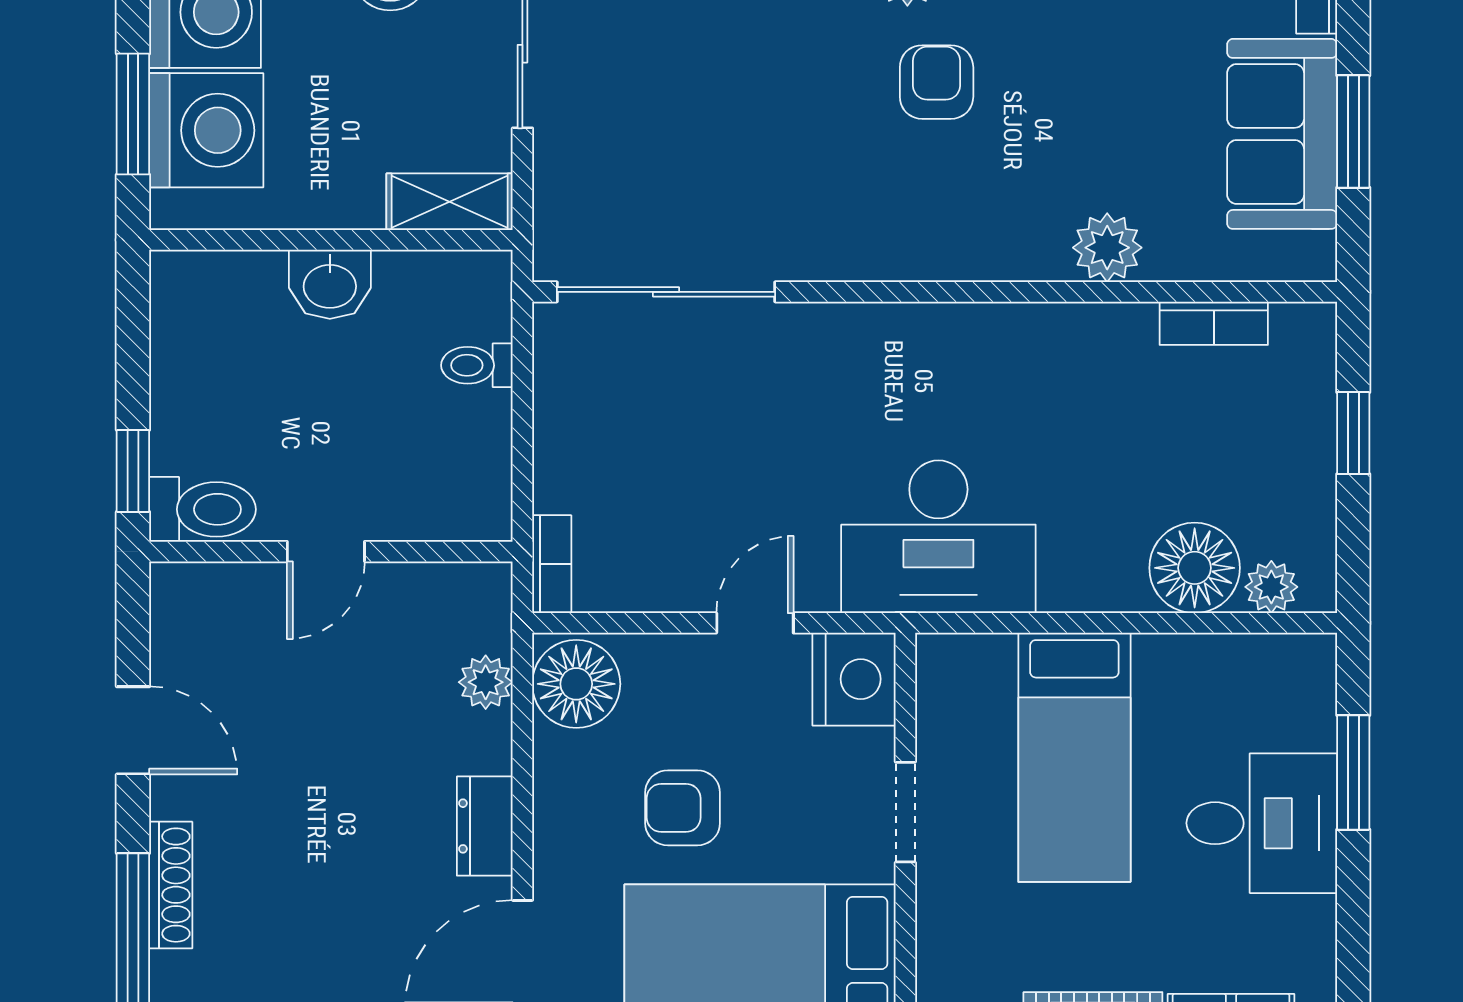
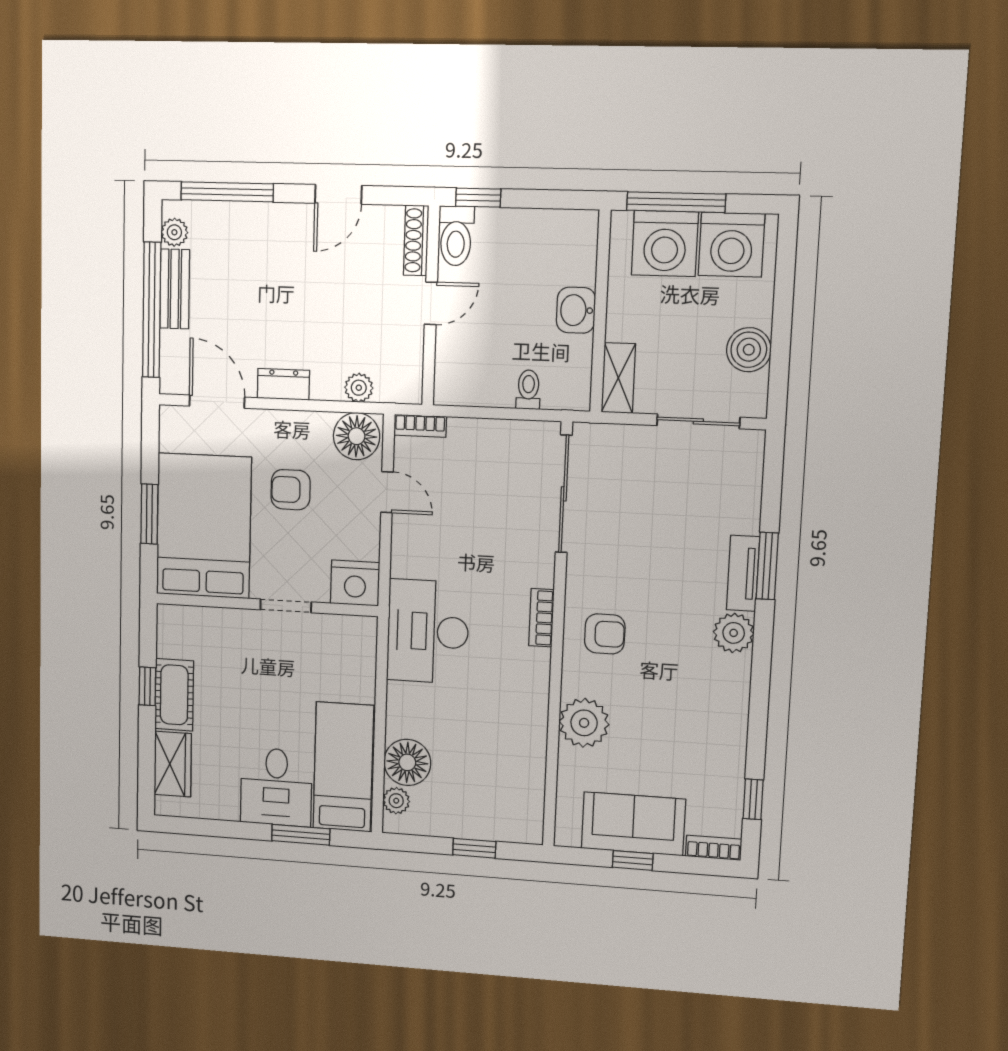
armchair: (937, 82) -> (605, 634), moved
window: (133, 114) -> (676, 202), width x1.44
window: (1353, 132) -> (633, 860), width x0.67
plant: (1107, 248) -> (584, 723), width x1.36, depth x1.36
bookcase: (1214, 323) -> (541, 618), moved
door: (326, 552) -> (431, 303), swing flipped
door: (755, 623) -> (387, 492), moved
bed: (1074, 757) -> (343, 767), moved, turned 90
armchair: (683, 808) -> (291, 490), turned -90
shoe rack: (171, 885) -> (416, 240), moved, turned 90

